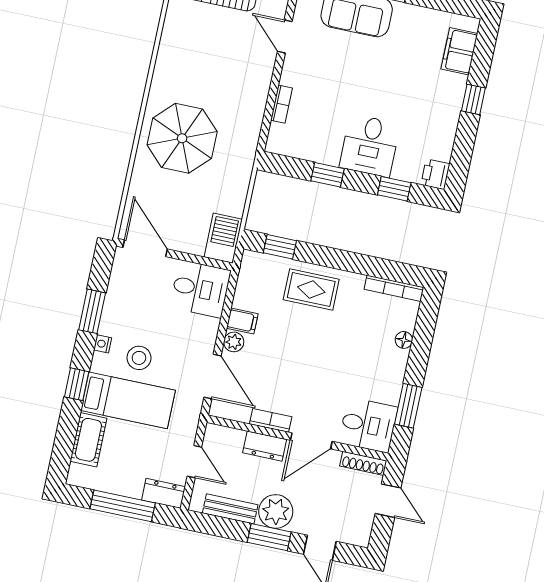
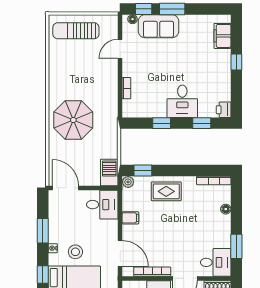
door: (285, 37) -> (120, 49), hinge flipped
plant: (234, 342) -> (128, 182), moved
bookcase: (271, 420) -> (152, 272), width x1.56

